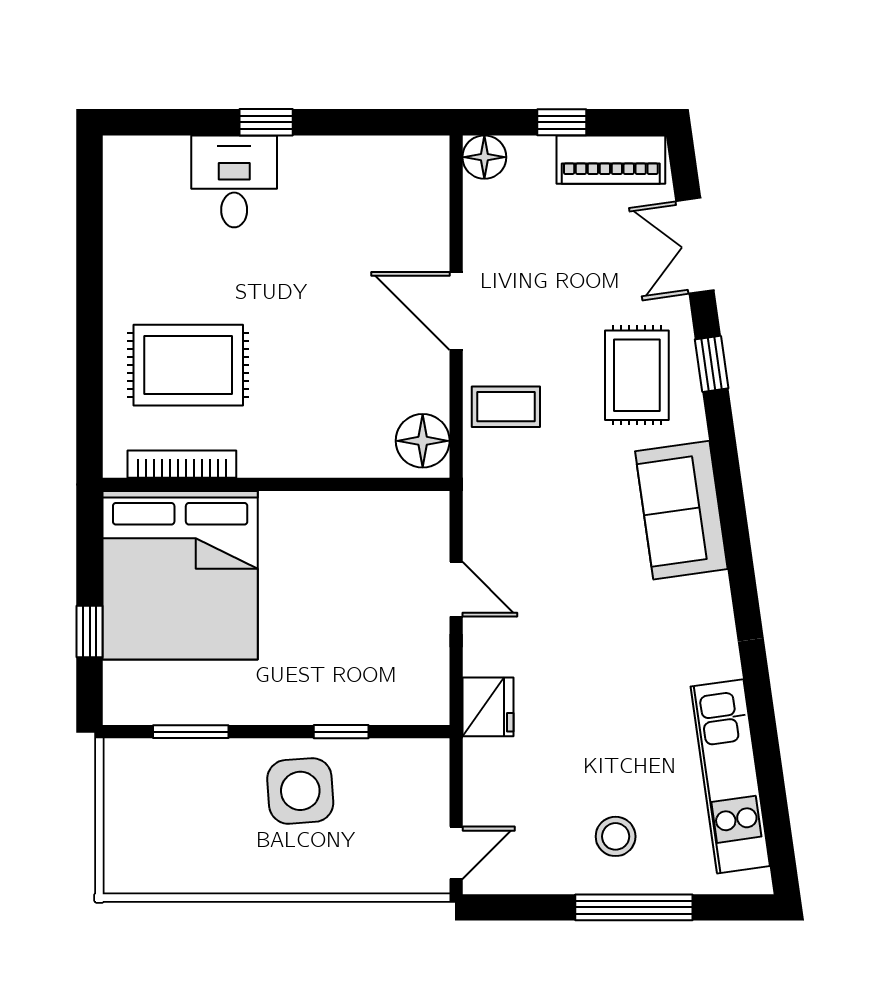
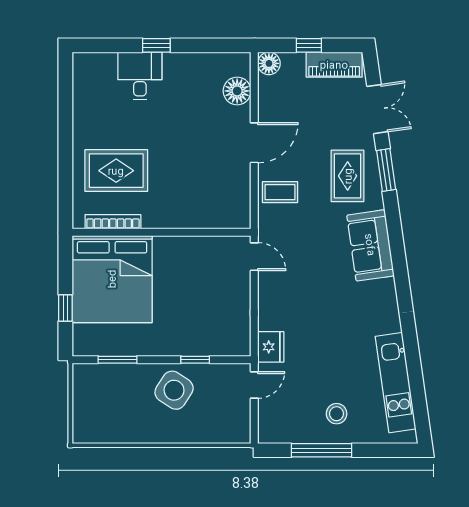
double door: (695, 246) -> (377, 109), swing flipped
door: (456, 311) -> (254, 143), swing flipped
window: (712, 364) -> (386, 170), width x1.50
floor lamp: (423, 441) -> (237, 91), moved
door: (456, 589) -> (254, 257), moved
side table: (300, 791) -> (174, 390), turned 37
door: (456, 853) -> (254, 385), moved
window: (634, 907) -> (322, 450), moved

